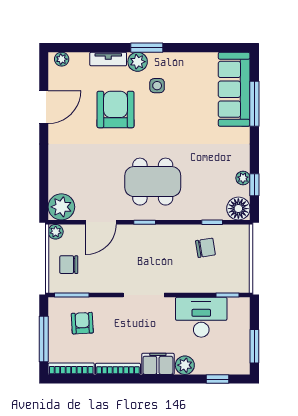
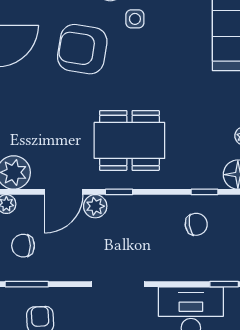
armchair: (115, 110) -> (82, 49), turned -81
plant: (126, 234) -> (95, 206), added

